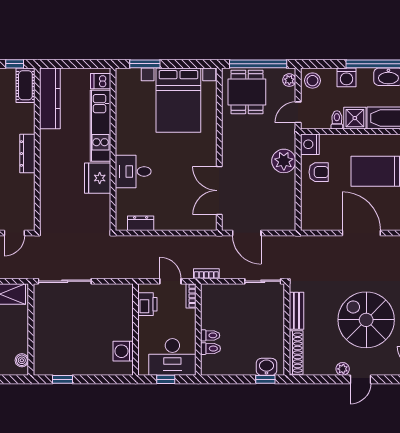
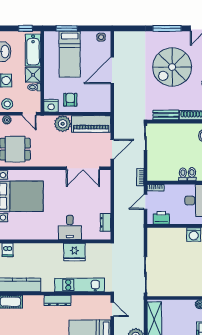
kitchen unit: (100, 126) -> (80, 285), moved, turned 180
piano: (283, 202) -> (91, 124), added

